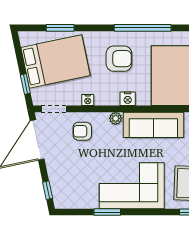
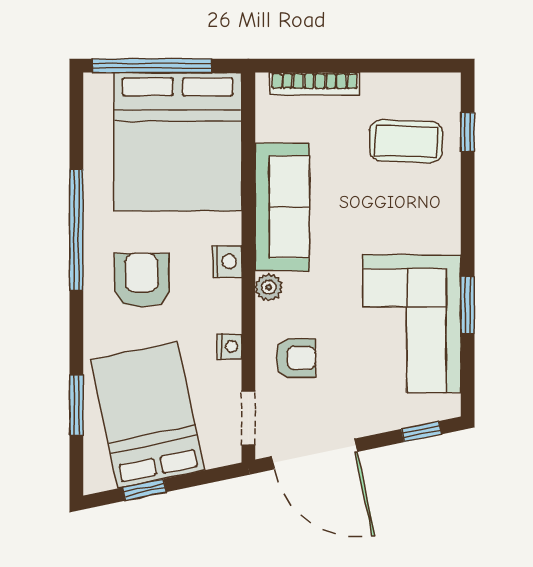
window: (25, 84) -> (144, 490), moved
armchair: (82, 131) -> (296, 358), turned -90
corner sofa: (132, 186) -> (412, 324), moved

